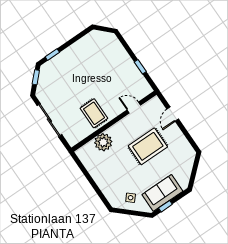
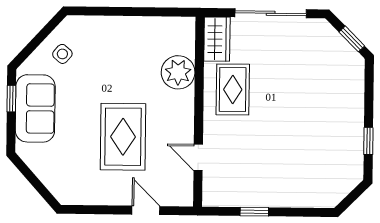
window: (52, 55) -> (368, 141), moved
door: (134, 107) -> (198, 157), swing flipped
rug: (94, 113) -> (233, 89), turned 90
wardrobe: (77, 135) -> (217, 39), added

